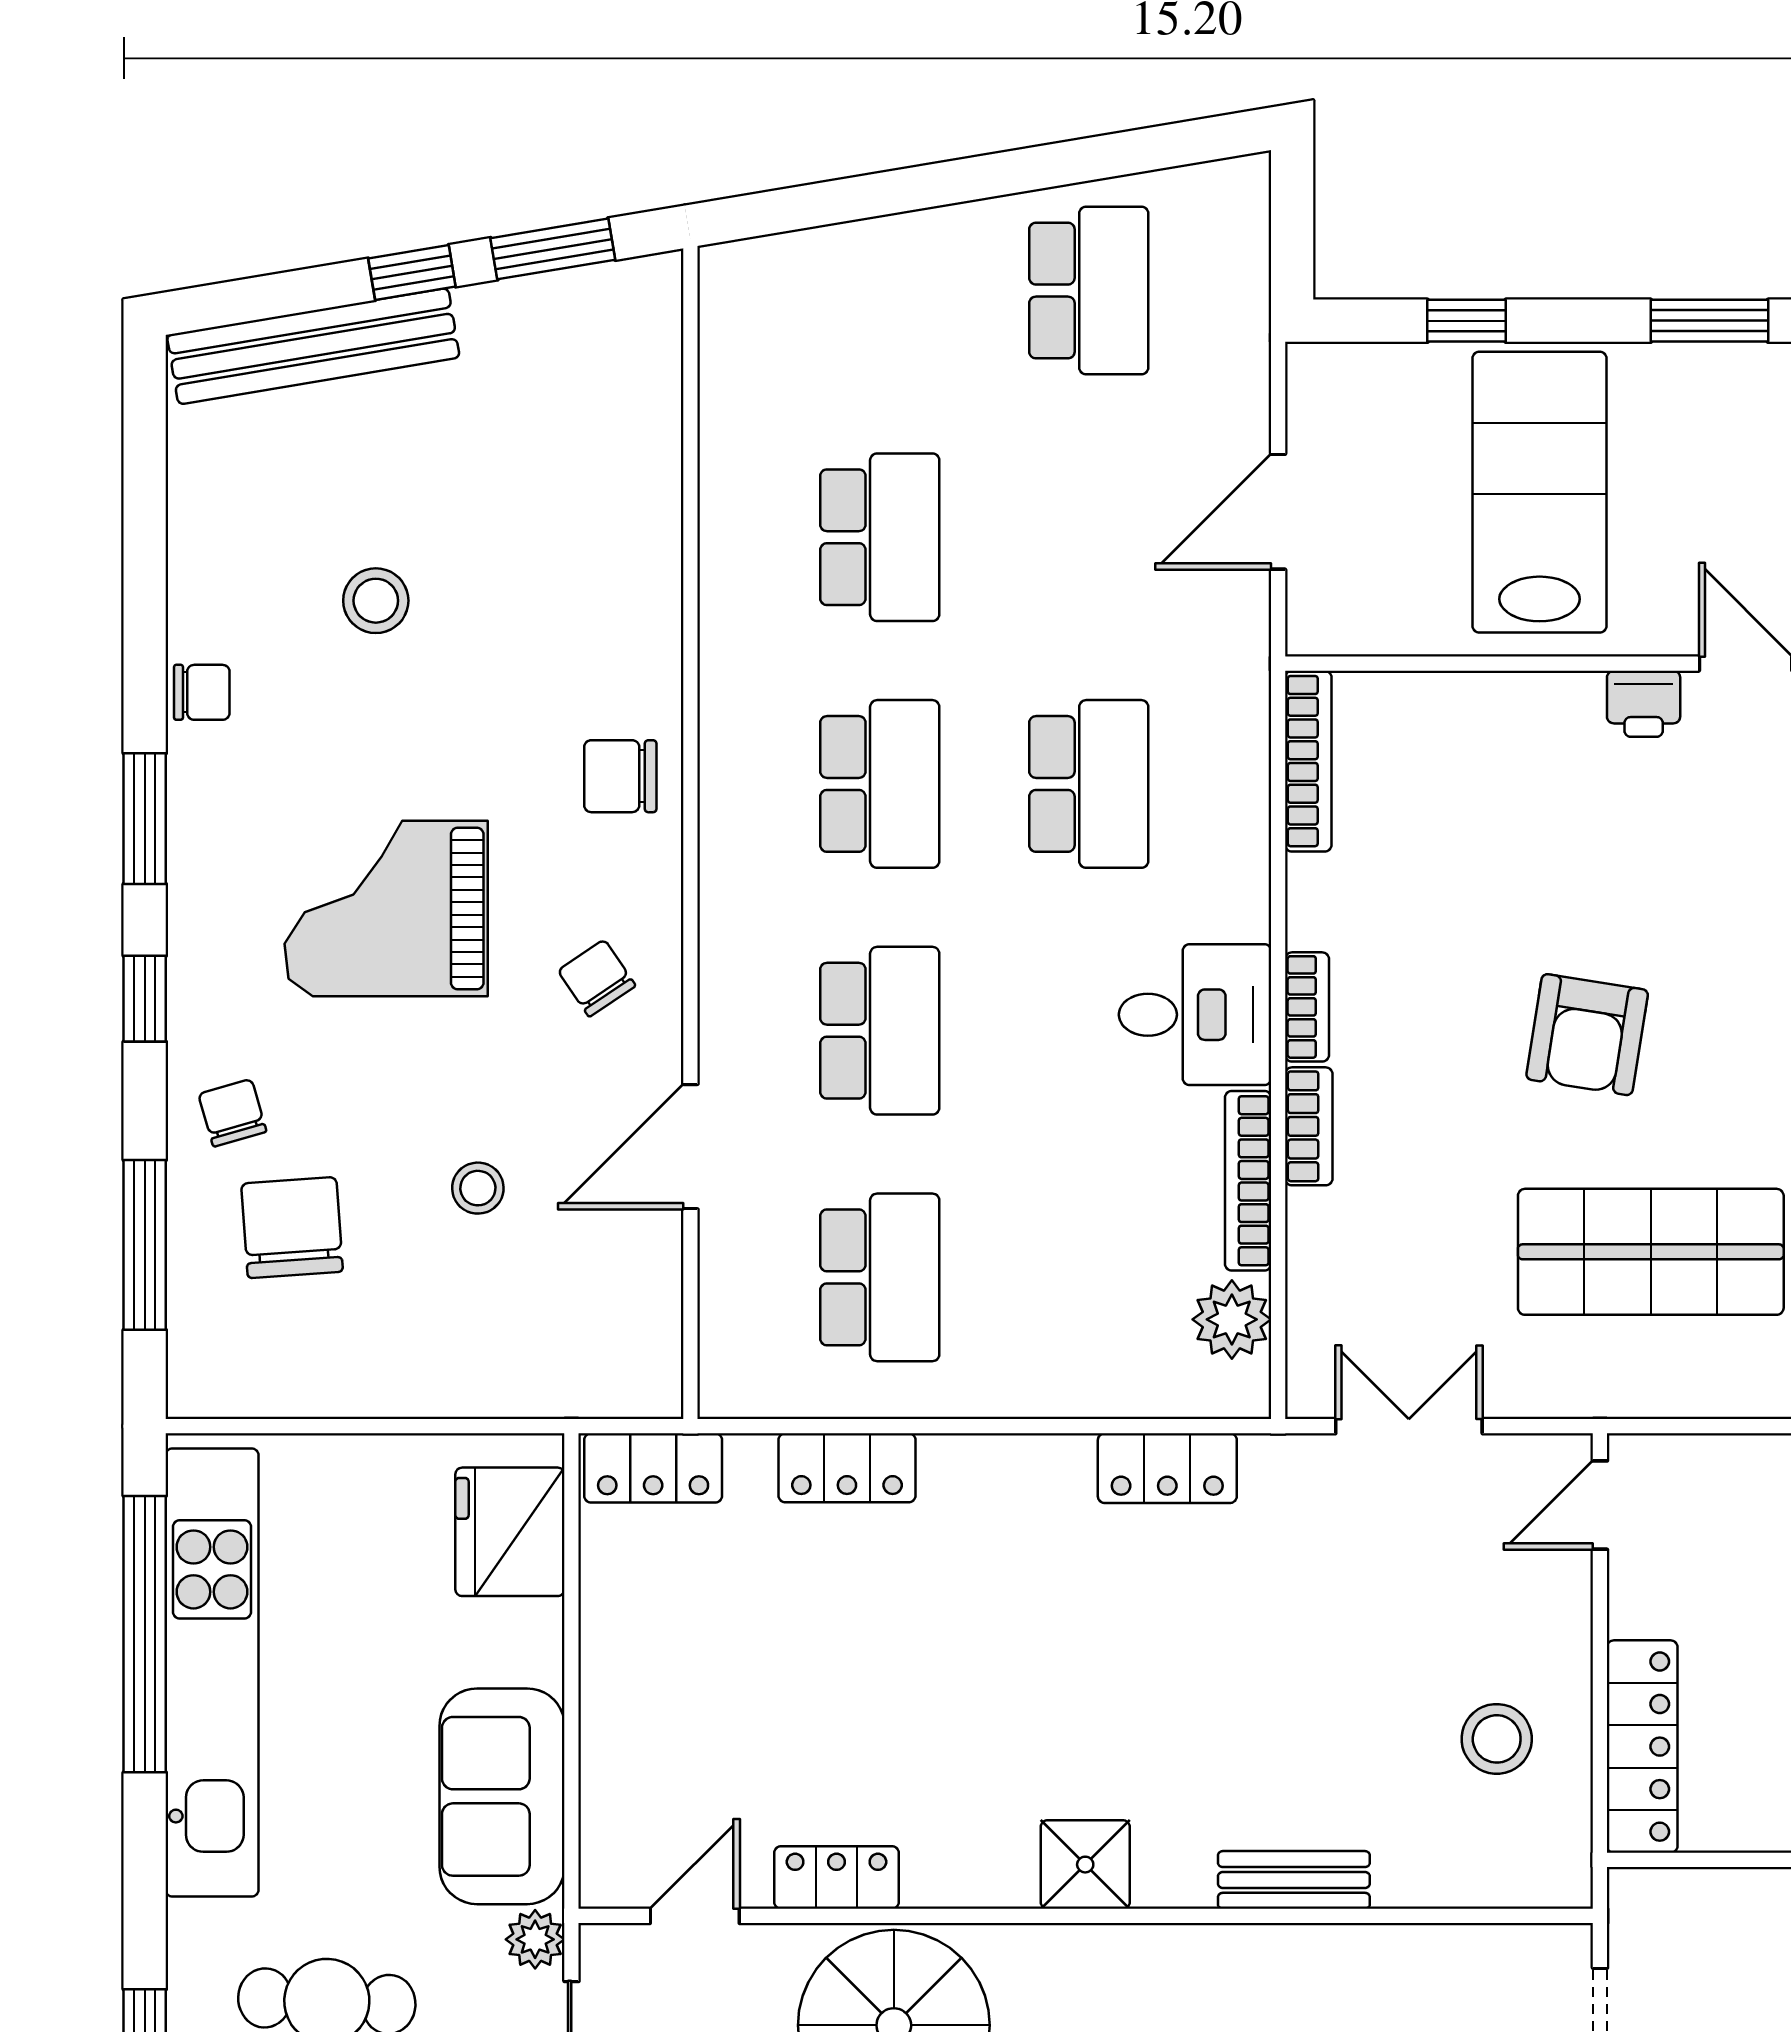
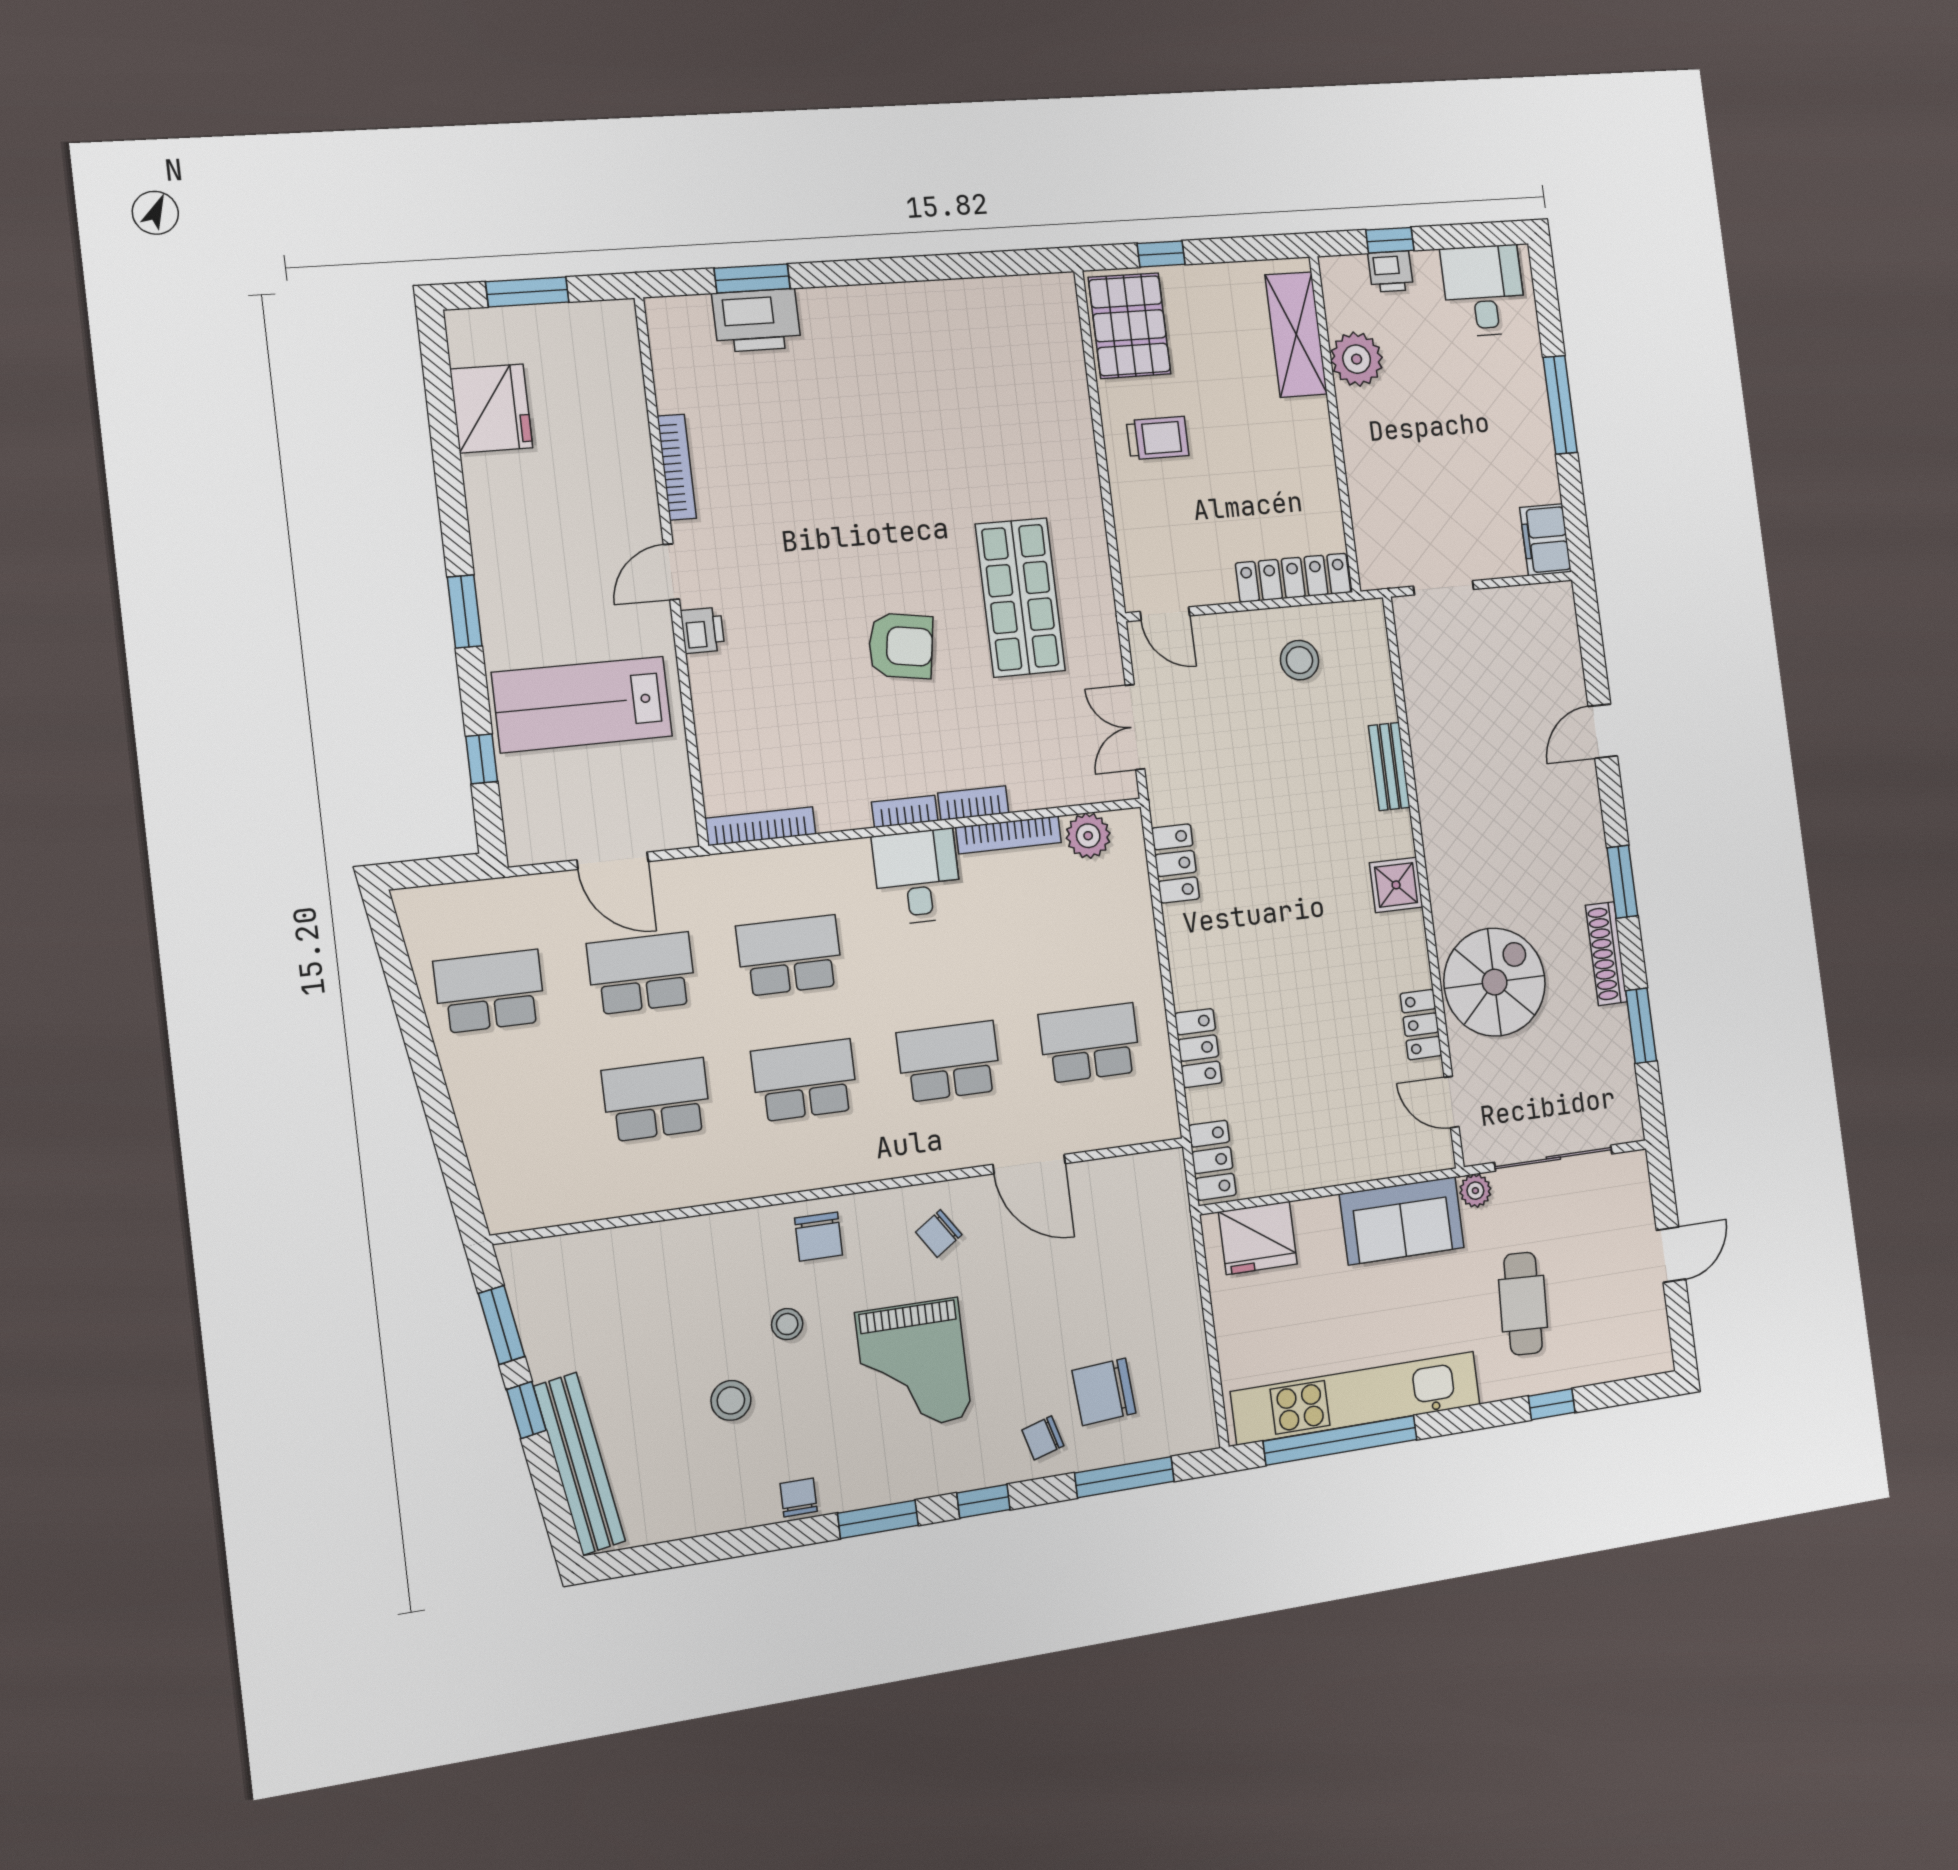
school desk: (1089, 537) -> (642, 973), added
stool: (478, 1188) -> (787, 1324), moved

